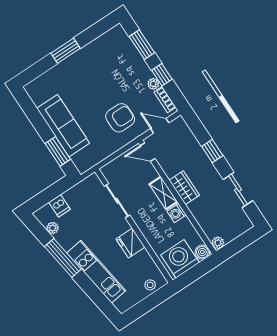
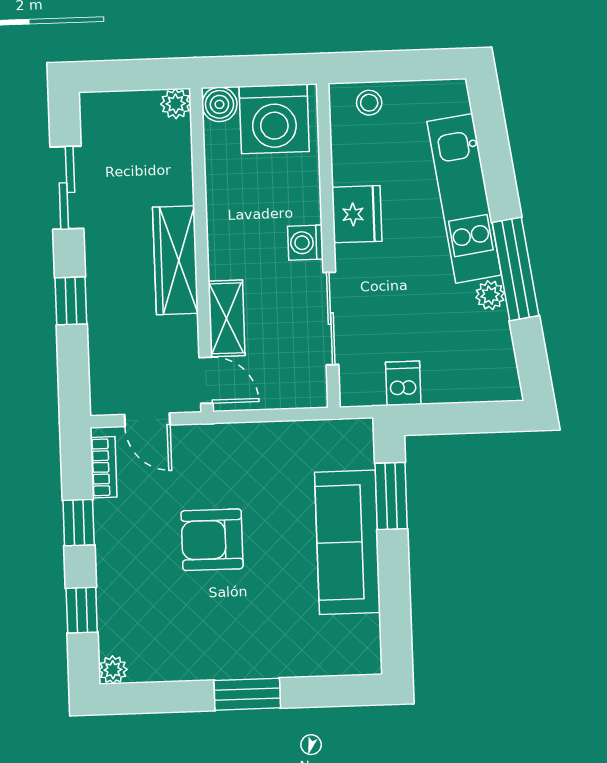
window: (142, 45) -> (82, 610), width x0.67
plant: (153, 84) -> (113, 670), moved
armchair: (120, 118) -> (212, 540), moved
wardrobe: (184, 188) -> (175, 260), width x1.50
shelving: (163, 193) -> (227, 318), moved
dishwasher: (59, 206) -> (403, 383), moved
washing machine: (177, 213) -> (305, 243), moved, turned 180
plant: (53, 228) -> (490, 295), moved

